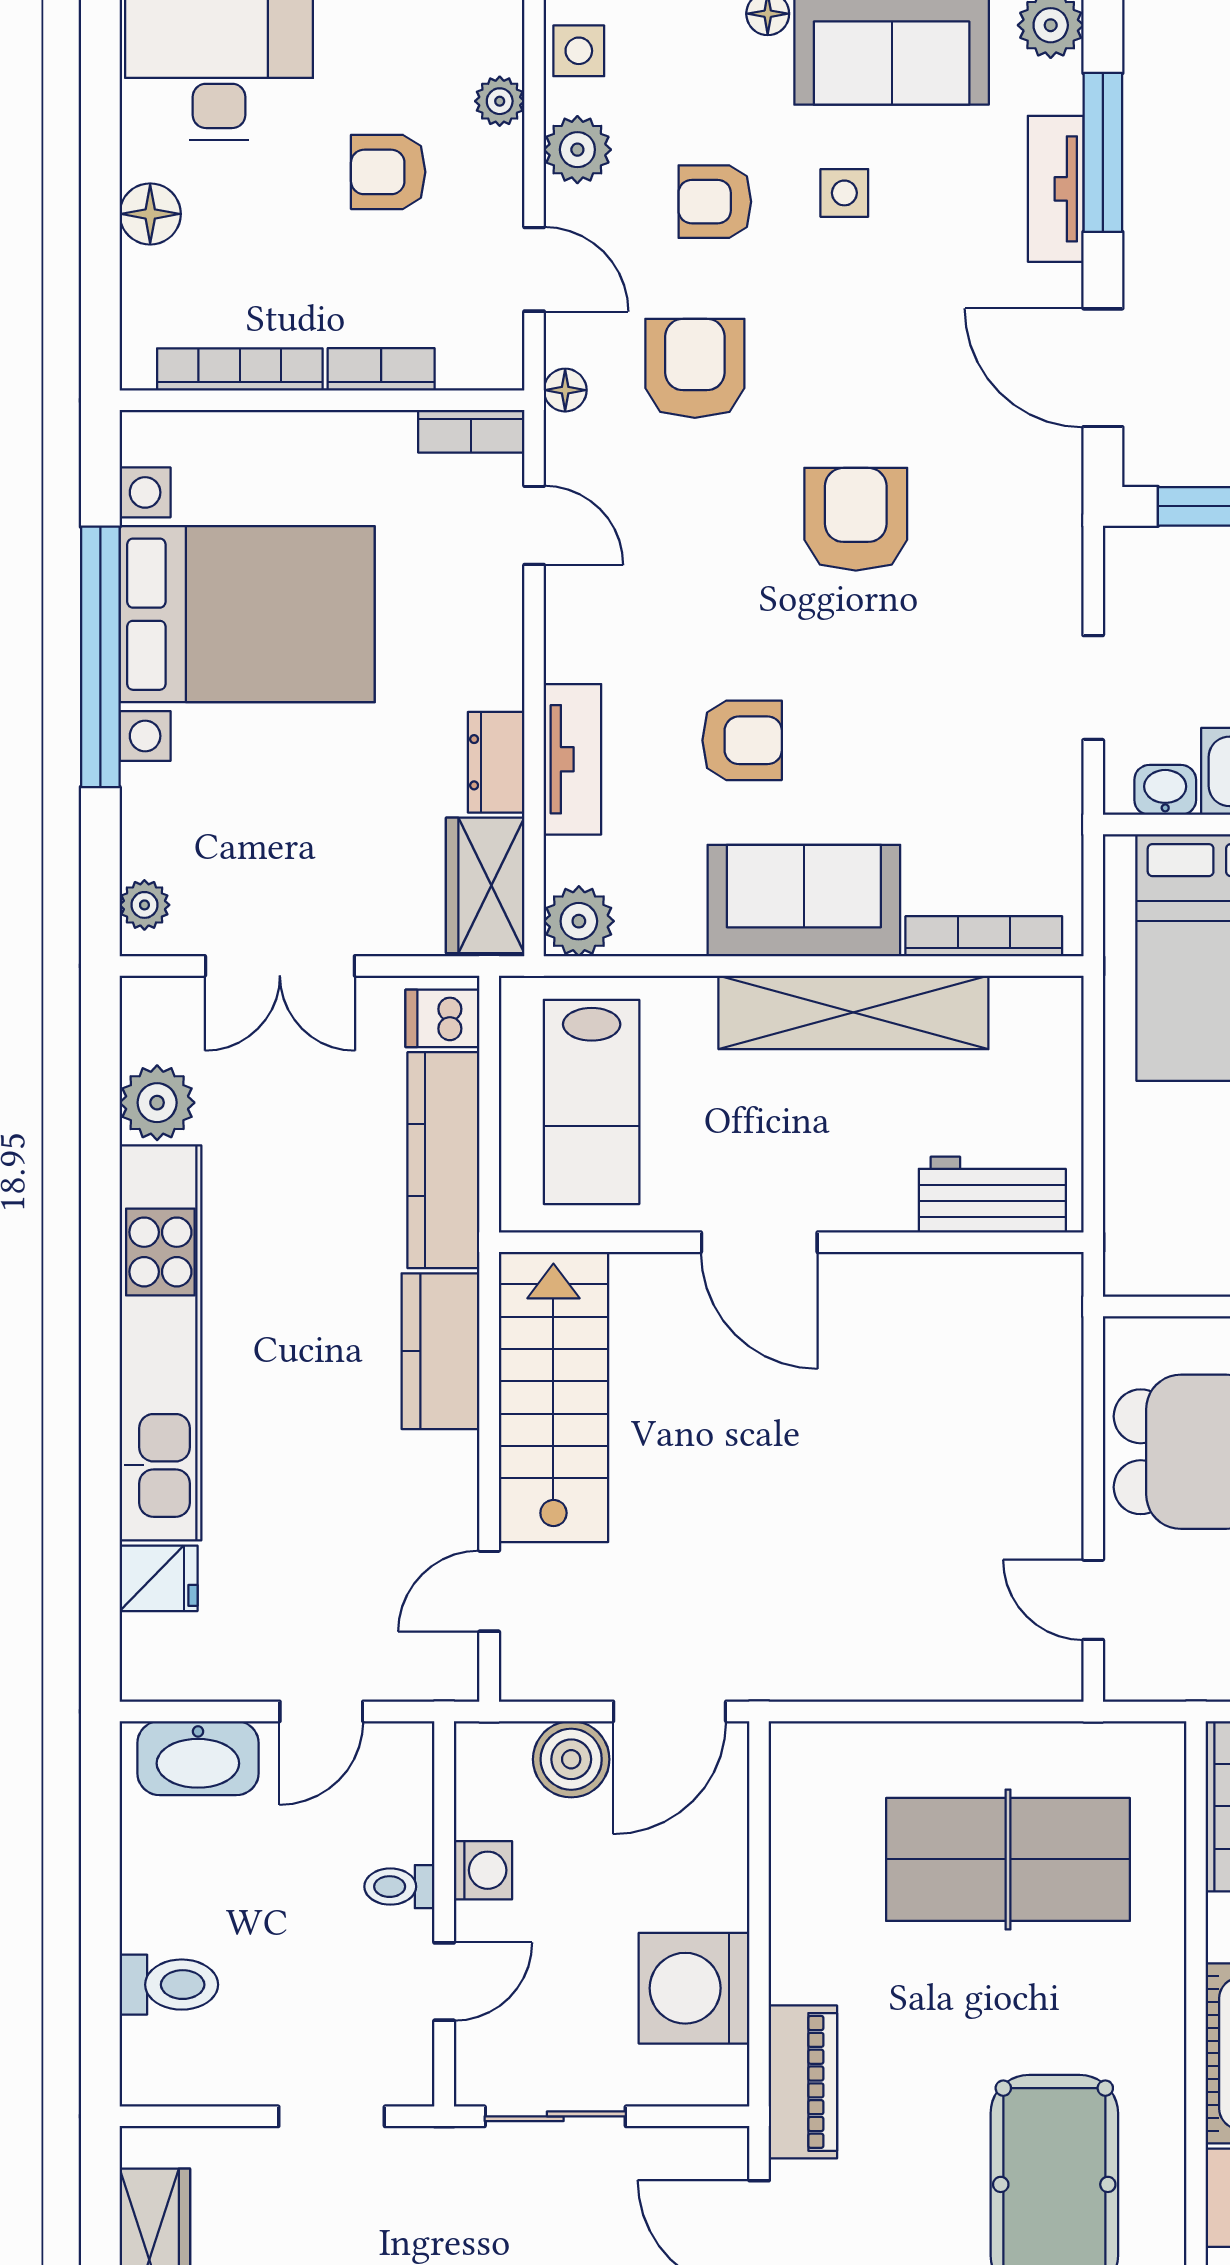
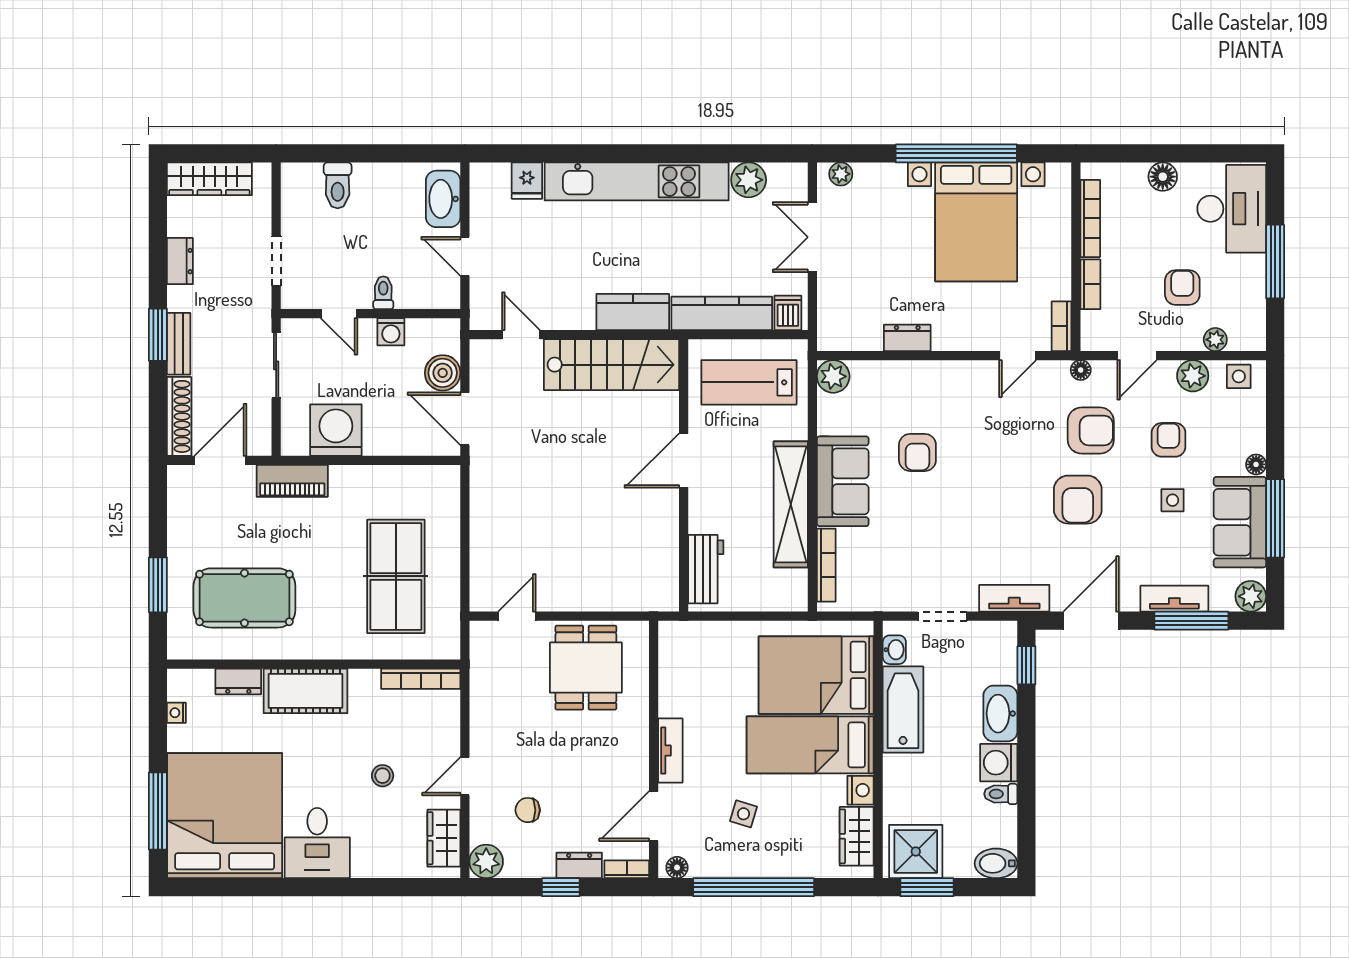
armchair: (856, 519) -> (1078, 500), moved, turned 90
tv unit: (572, 759) -> (1014, 598), moved, turned 180
wardrobe: (485, 885) -> (850, 333), removed

